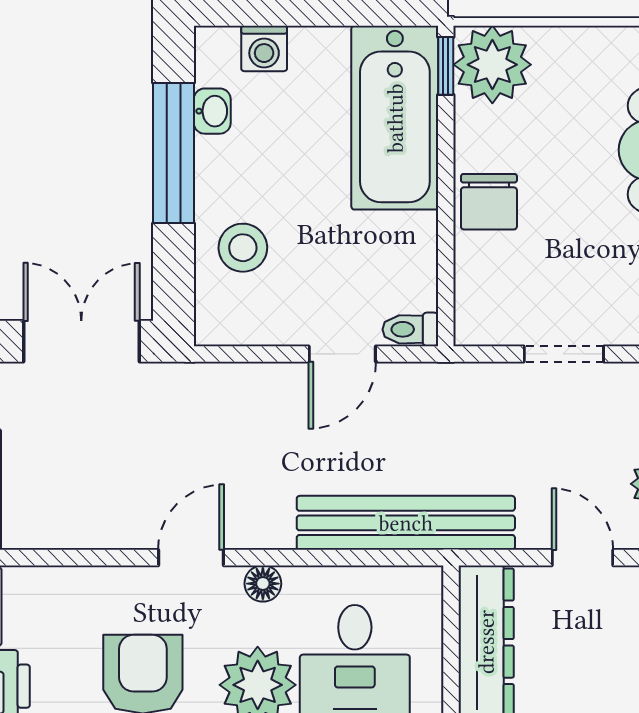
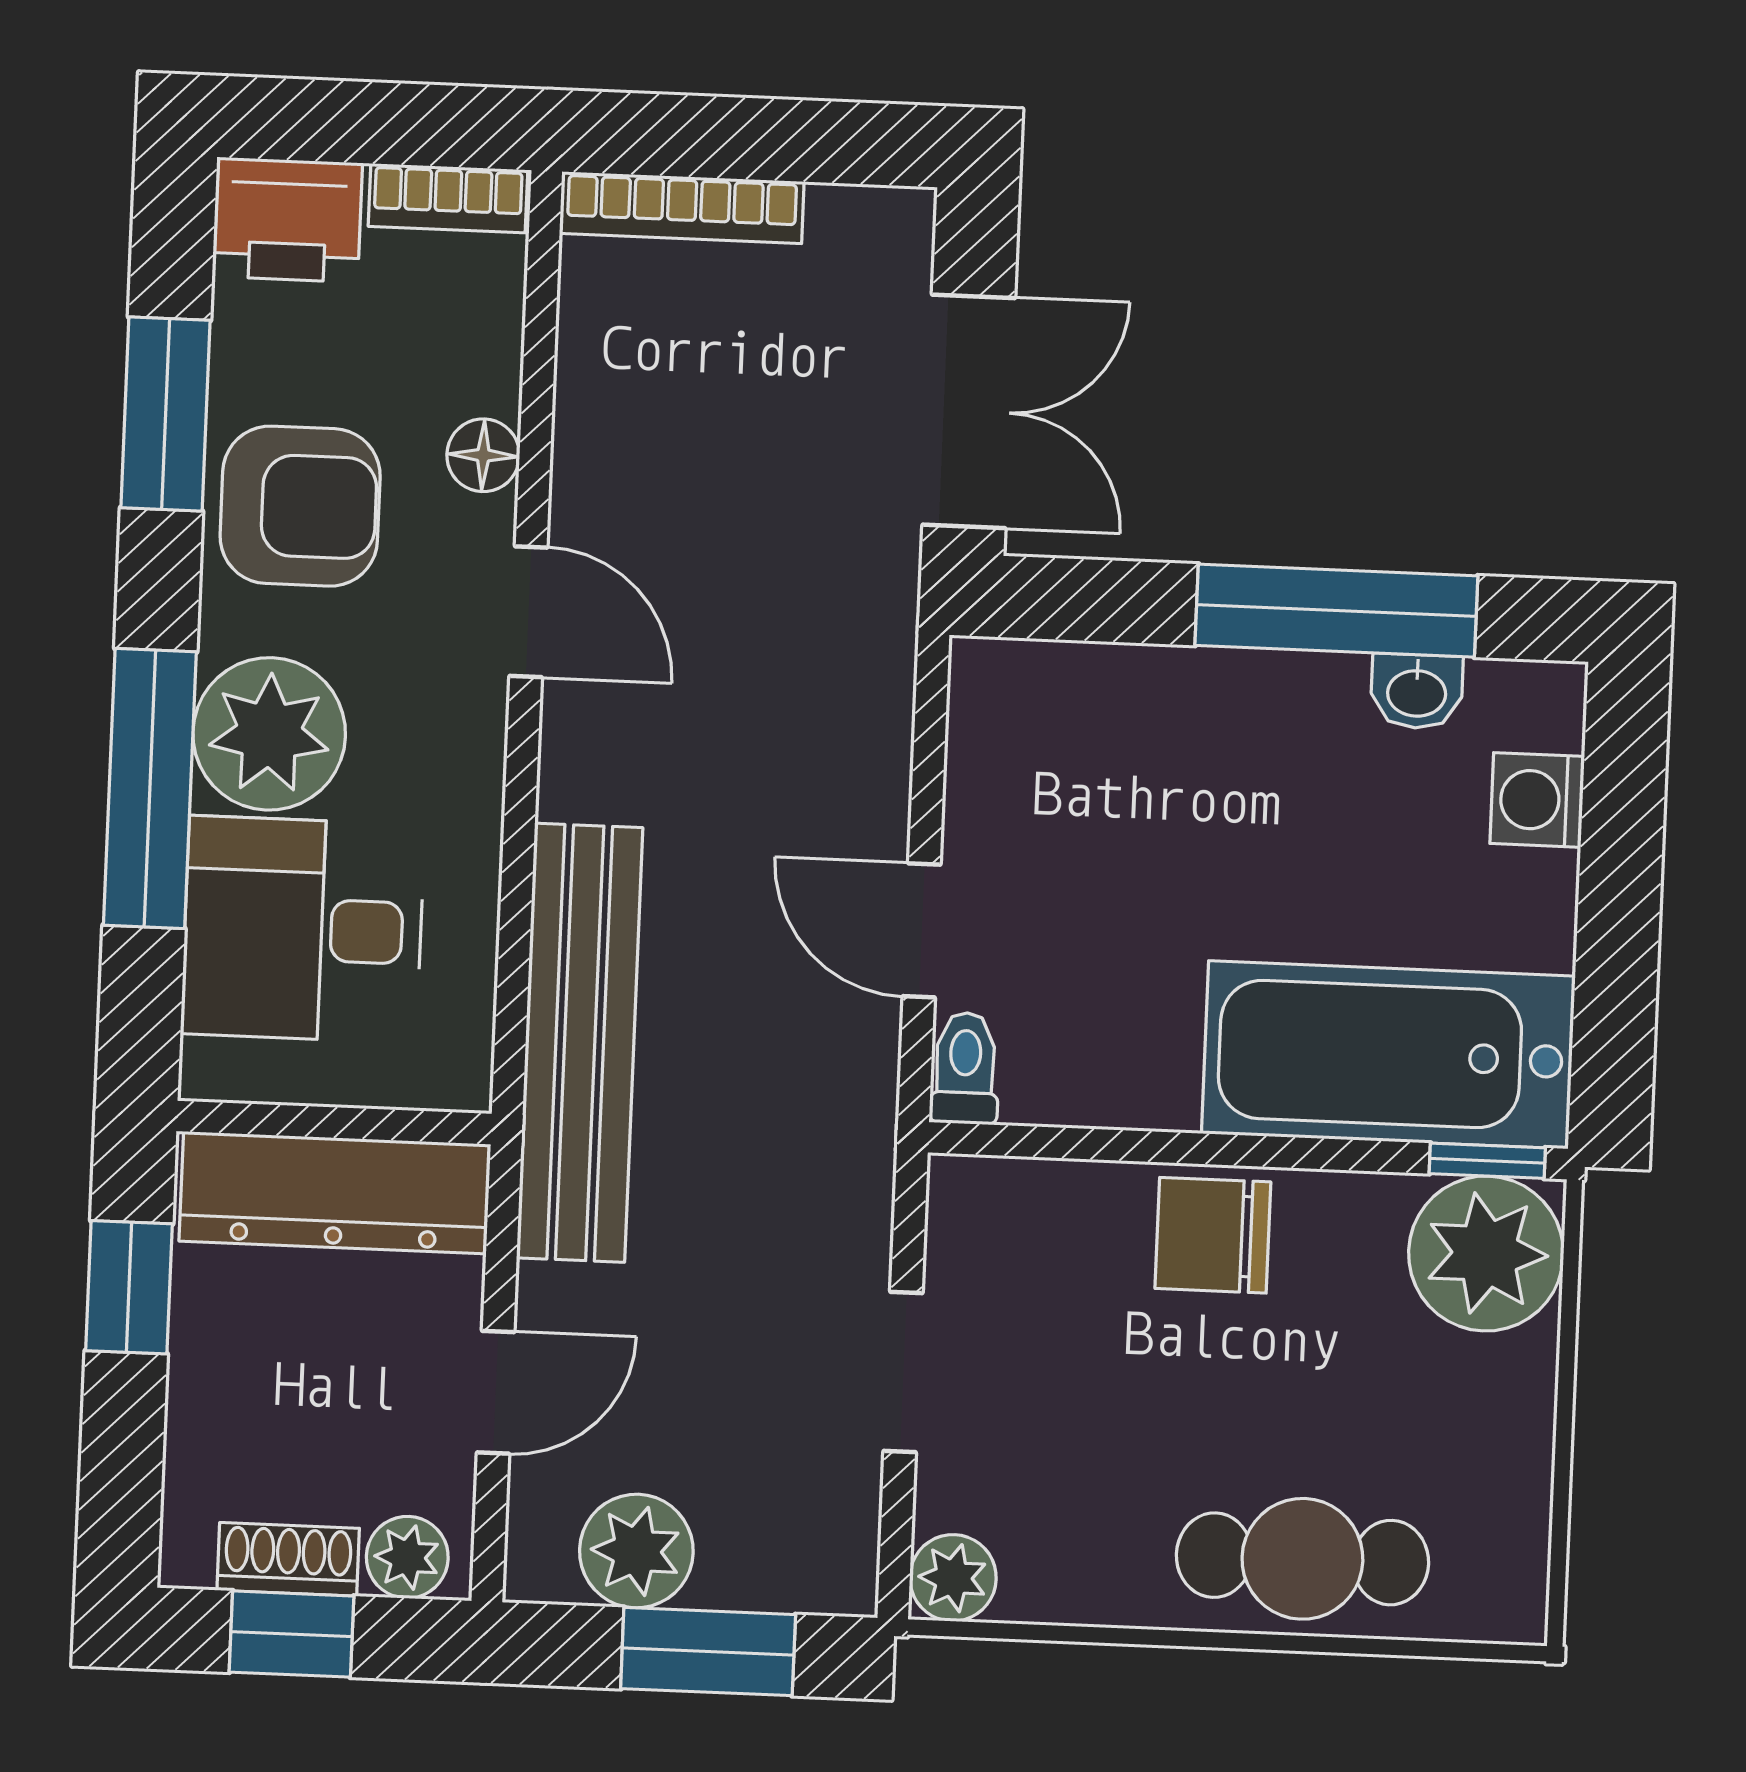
stool: (243, 248) -> (1142, 741), removed
floor lamp: (263, 584) -> (483, 455), moved

